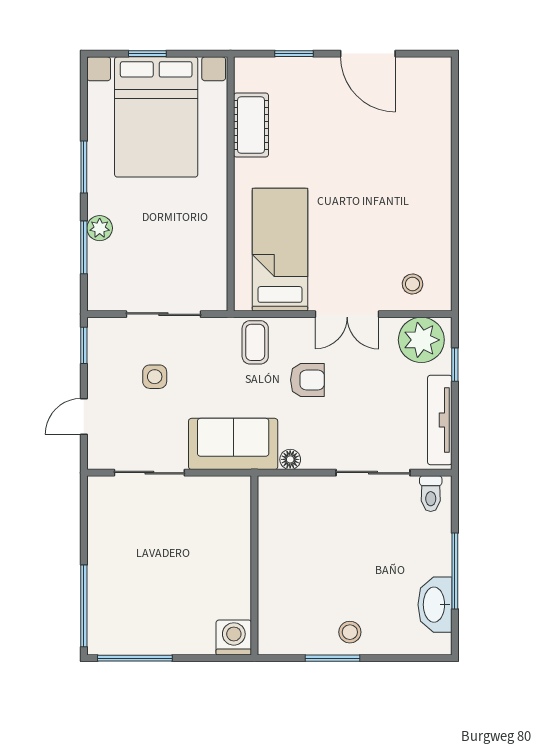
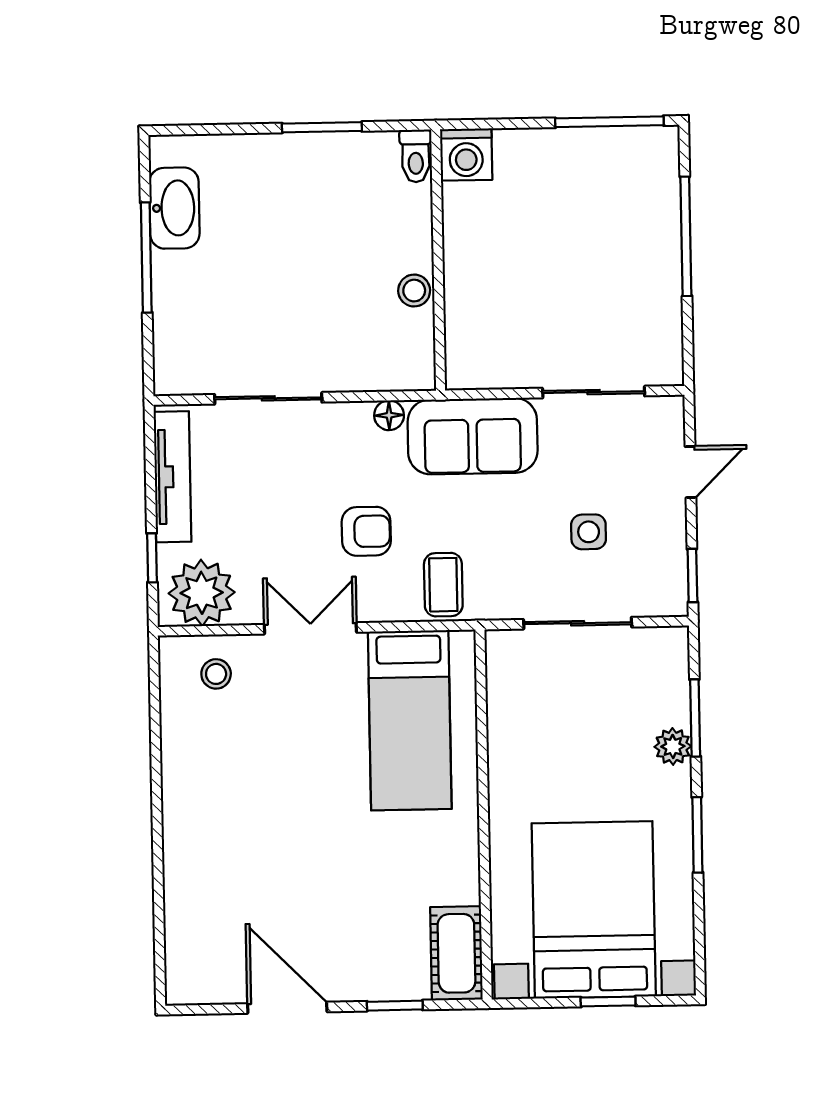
cot: (251, 125) -> (456, 953), moved
armchair: (307, 380) -> (366, 531), turned 180
toilet: (431, 494) -> (416, 156), moved, turned 180
window: (84, 606) -> (686, 236), moved
stool: (350, 632) -> (414, 291), moved

